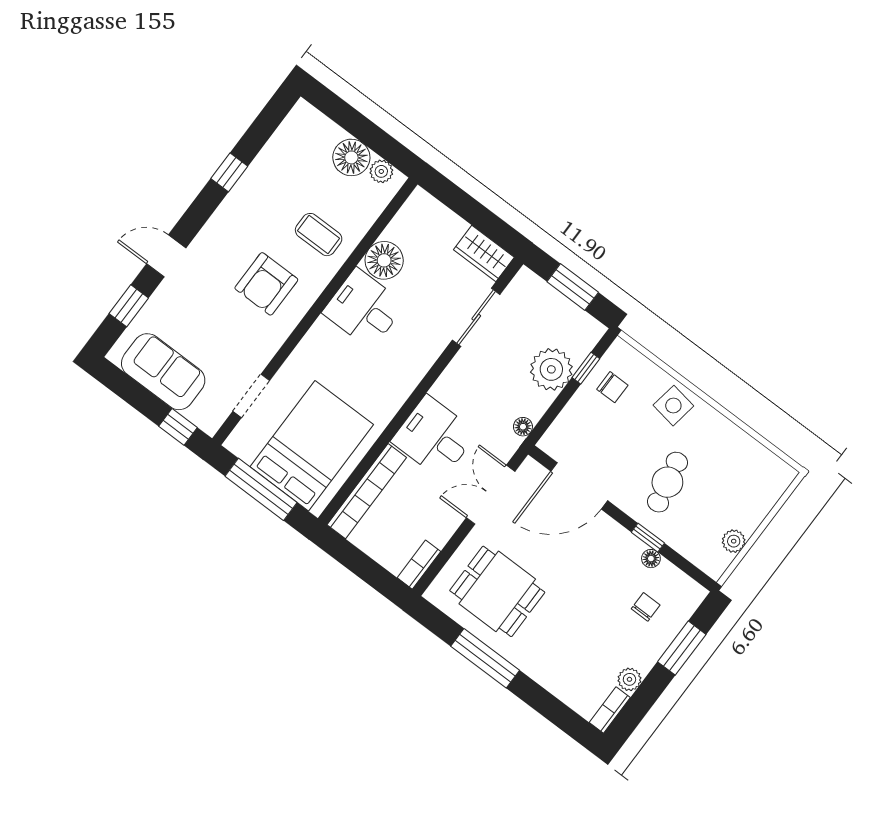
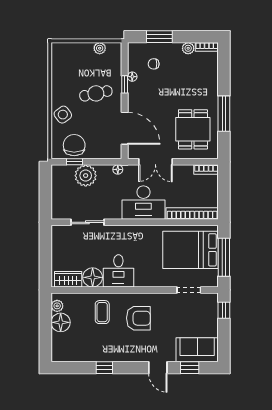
wardrobe: (484, 254) -> (68, 279), moved, turned -90
window: (573, 287) -> (45, 192), removed
sofa: (163, 372) -> (197, 350), moved, turned 90
chair: (612, 387) -> (74, 145), width x1.87, depth x1.87
side table: (673, 406) -> (63, 115), turned 45
desk: (434, 437) -> (143, 203), width x1.37

